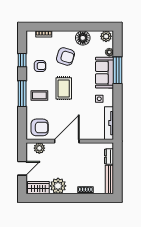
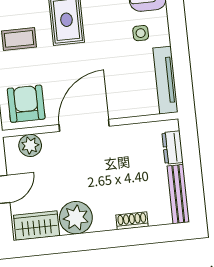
armchair: (40, 127) -> (26, 104), turned -90

